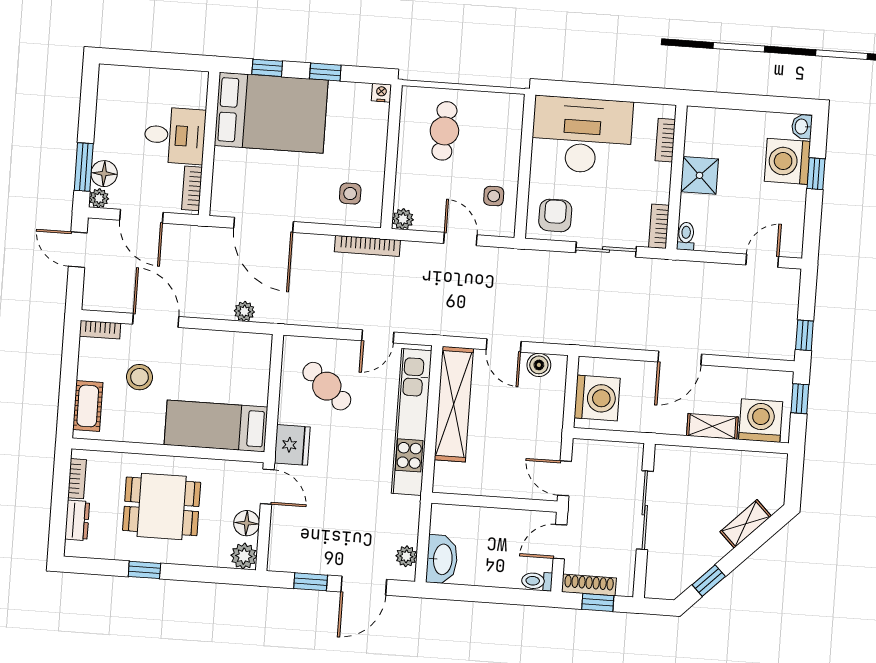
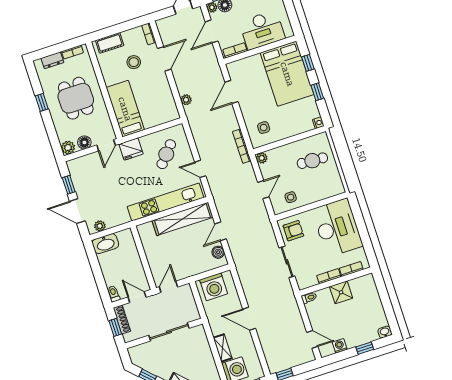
desk: (175, 135) -> (262, 30), width x1.37
washing machine: (787, 161) -> (340, 346), moved, width x0.53, depth x0.53
door: (264, 225) -> (231, 92), width x0.73
bookcase: (659, 226) -> (329, 276), moved

